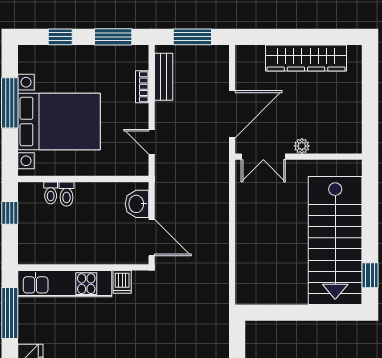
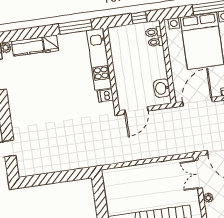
door: (152, 142) -> (197, 102), width x1.88
toilet: (67, 194) -> (153, 32), moved
washbasin: (137, 204) -> (162, 88), moved, turned -90

